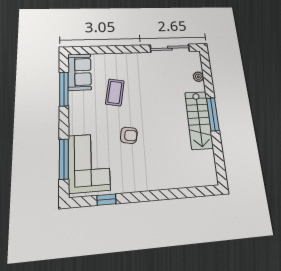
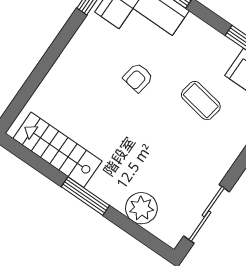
plant: (198, 77) -> (141, 208), width x1.88, depth x1.88
stairs: (199, 120) -> (57, 150), moved

